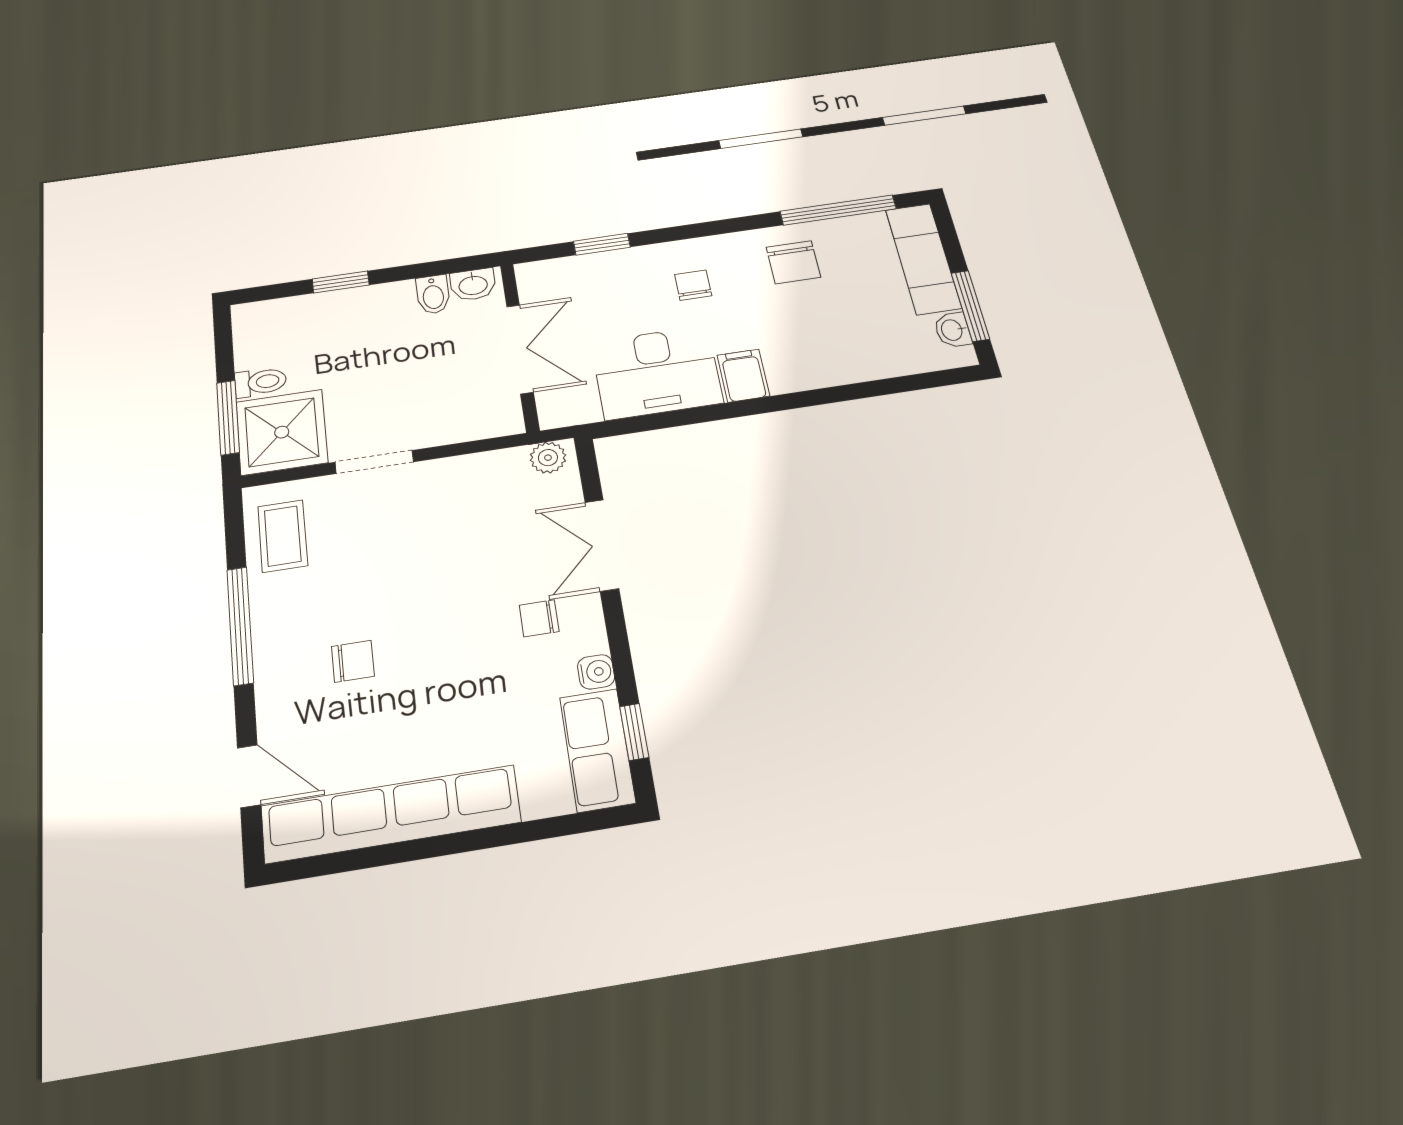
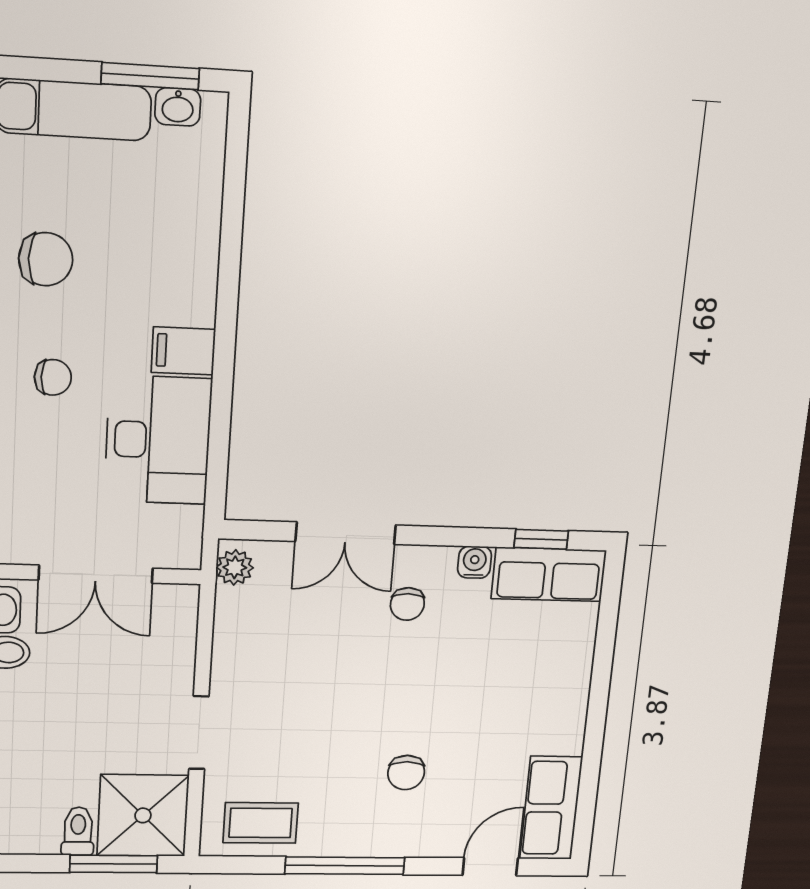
chair: (693, 285) -> (53, 377), turned 180
double door: (520, 349) -> (96, 574), swing flipped
chair: (353, 661) -> (406, 773), turned 180
row of seats: (391, 814) -> (551, 808), width x0.50

